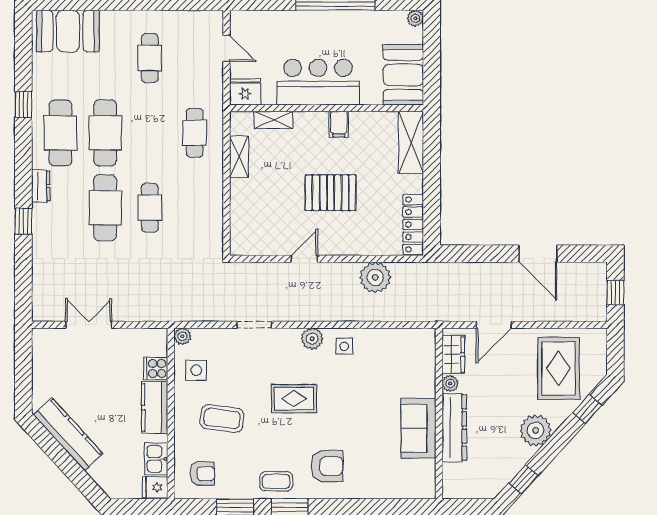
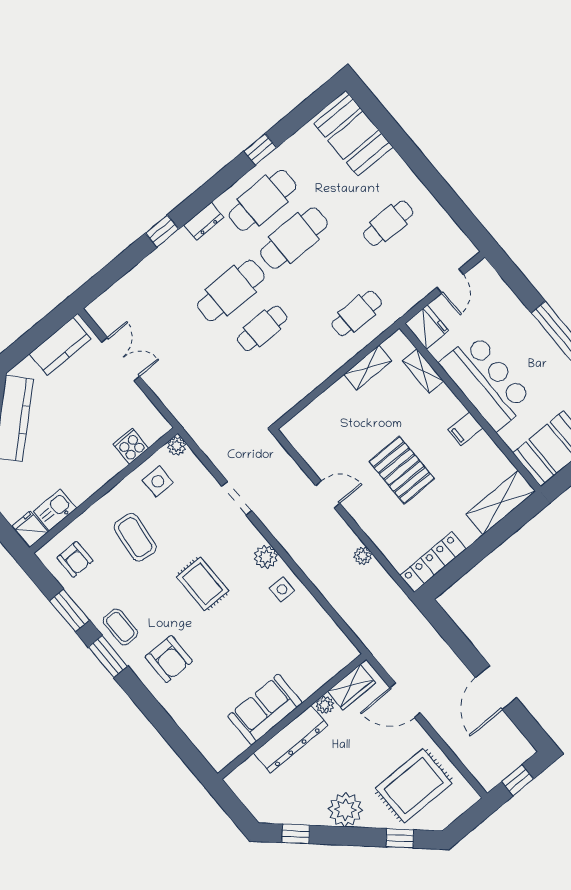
plant: (375, 277) -> (363, 556), width x0.53, depth x0.53
kitchen counter: (155, 408) -> (60, 346), moved, turned 180

